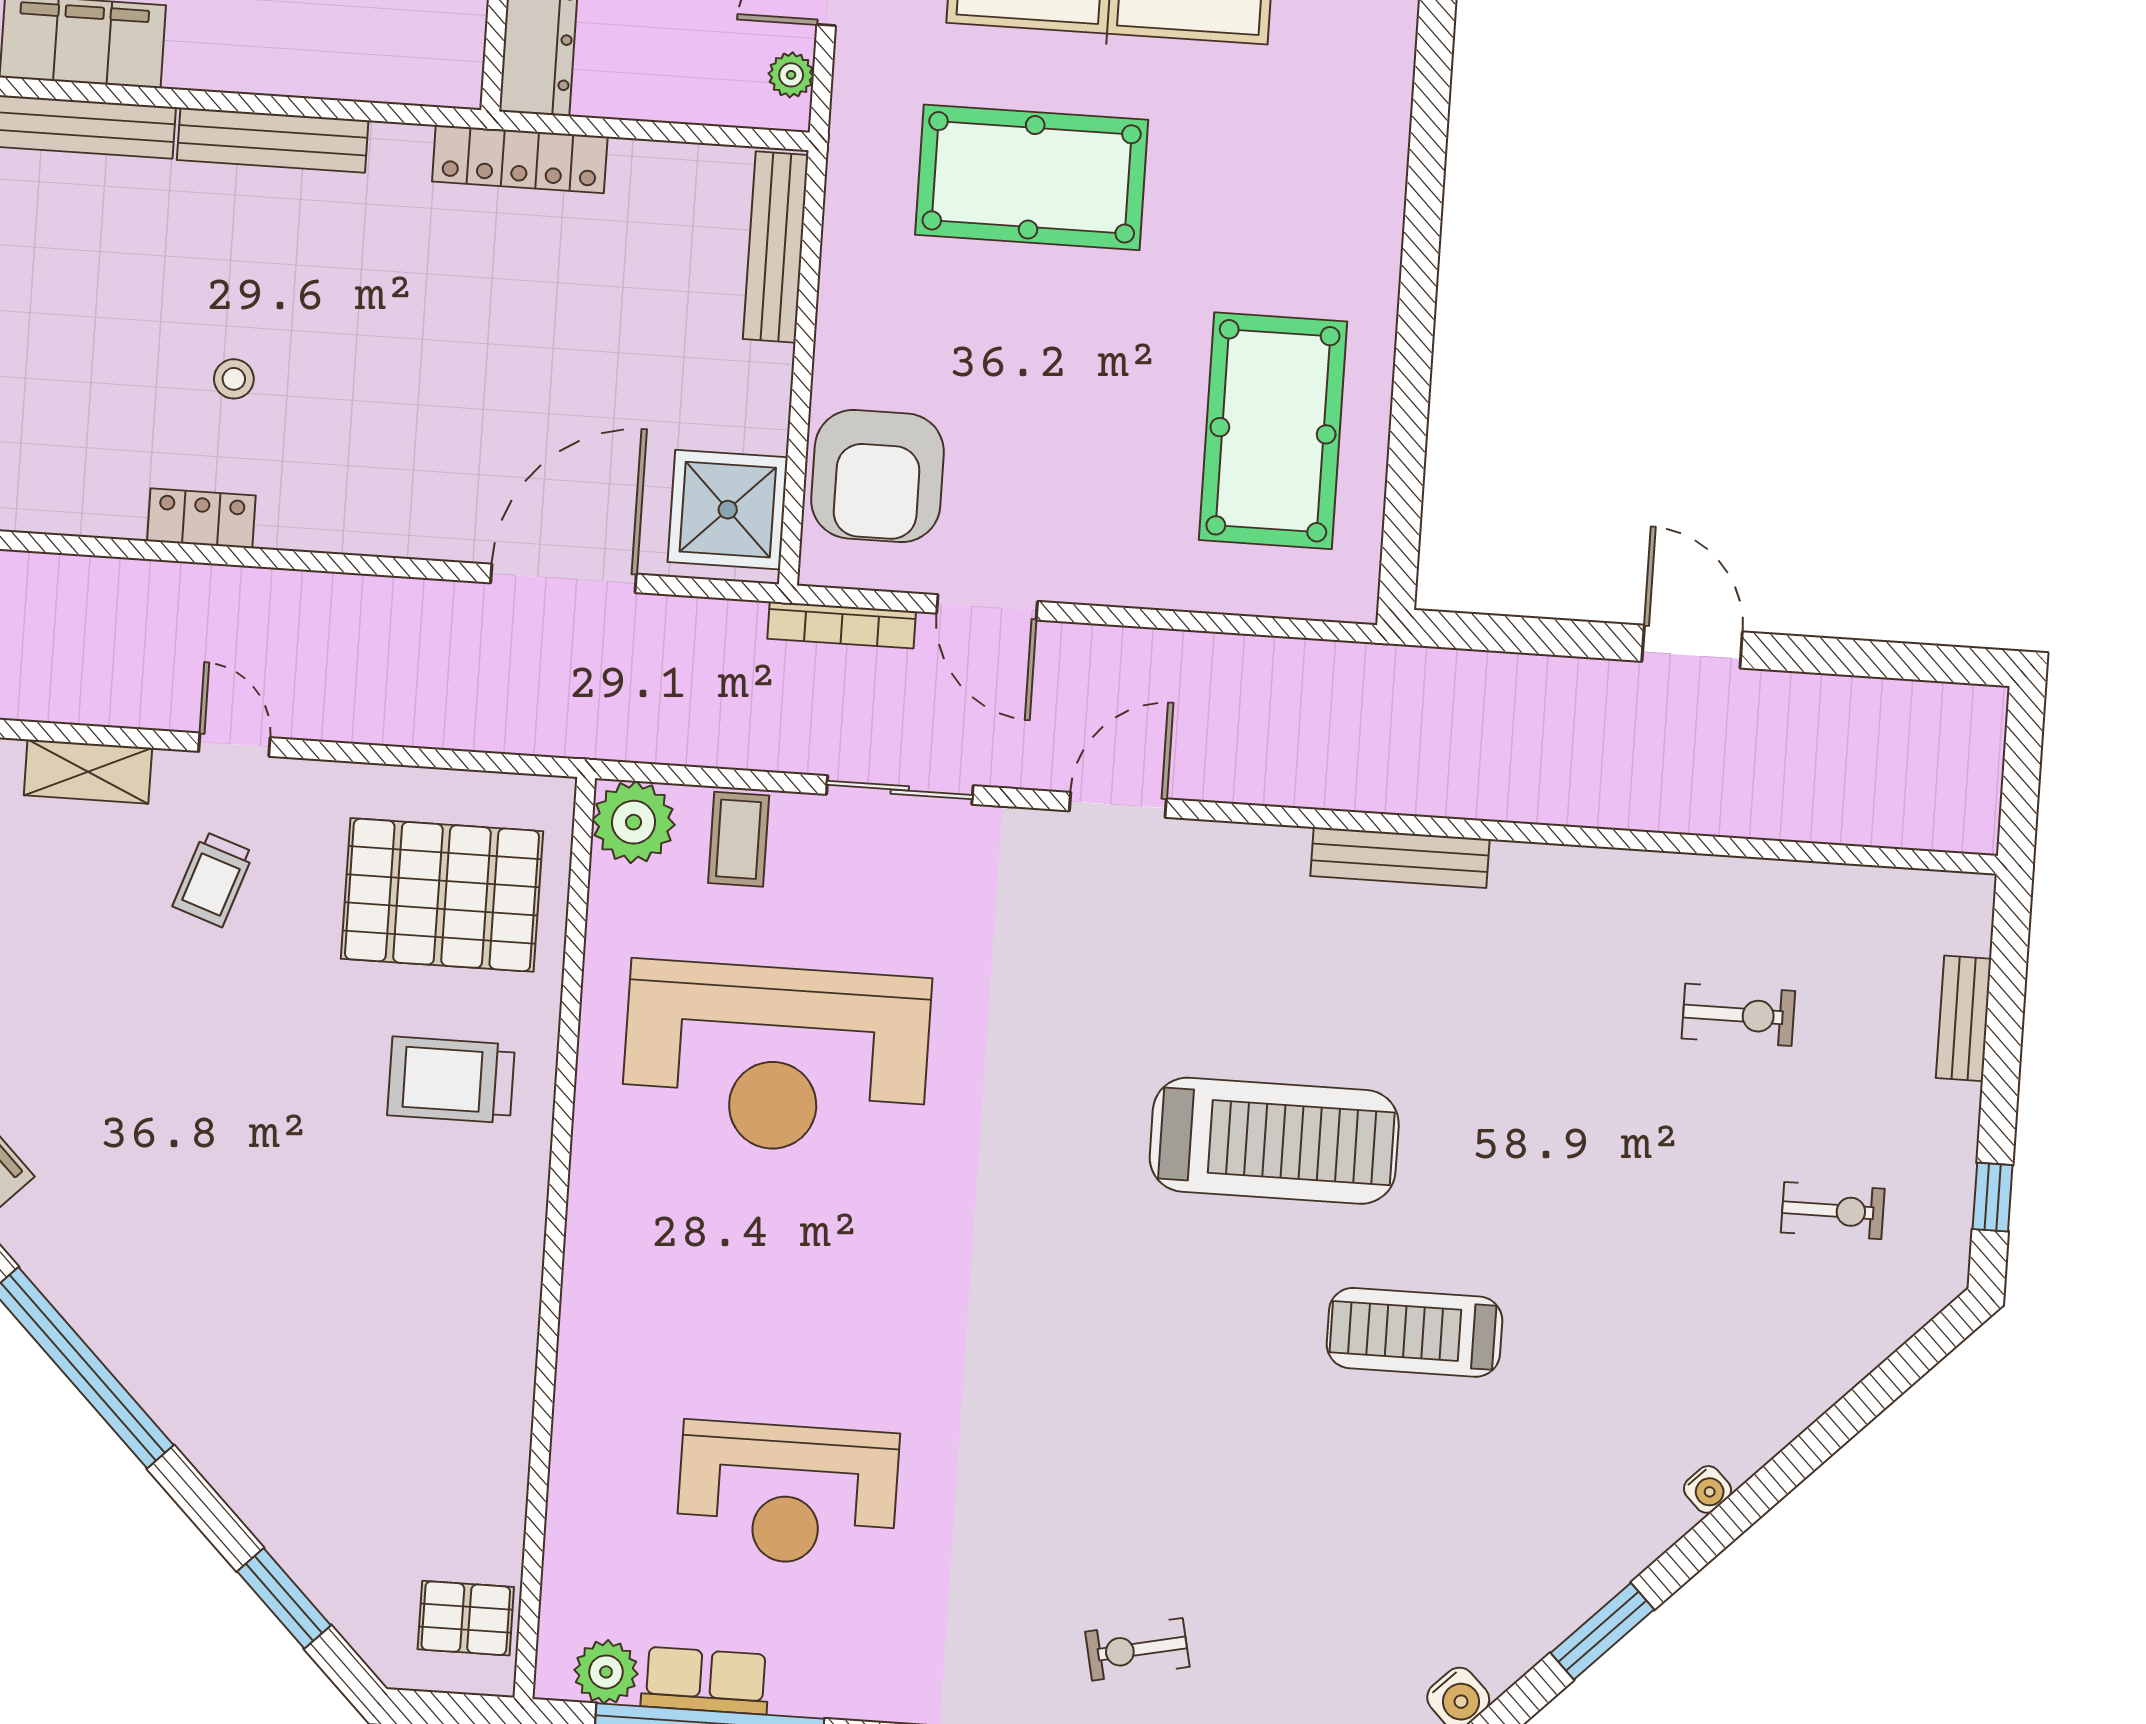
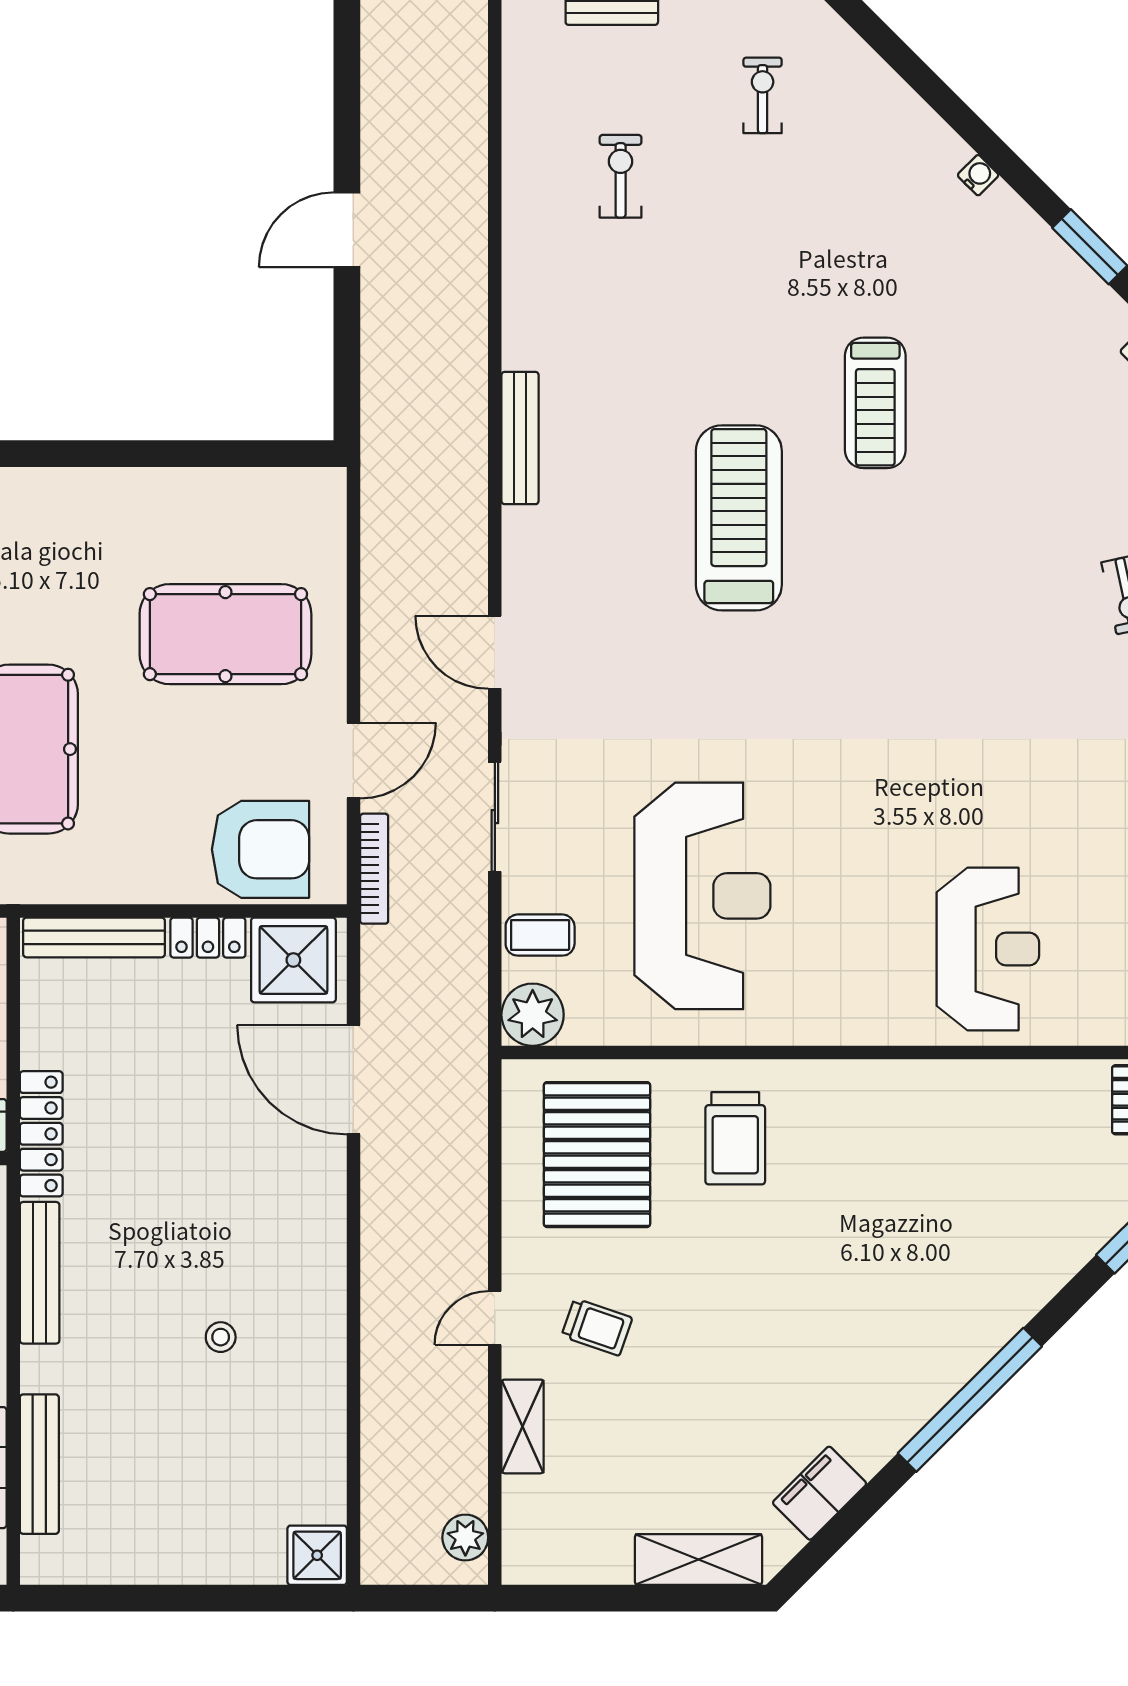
bench: (273, 140) -> (40, 1273), moved
pool table: (1273, 431) -> (225, 634), moved
locker: (201, 518) -> (208, 938), moved, turned -90
reception desk: (788, 1494) -> (988, 949), moved

